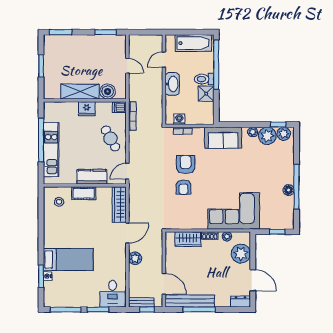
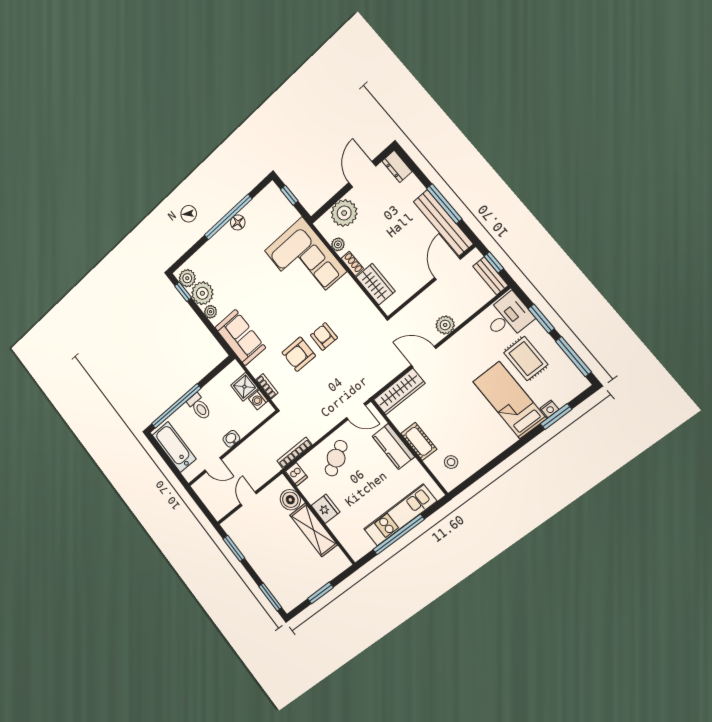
washbasin: (172, 84) -> (231, 439), width x0.52, depth x0.69
shower: (206, 94) -> (244, 387), moved
armchair: (183, 187) -> (324, 336), turned -90
rug: (83, 285) -> (526, 359), added

